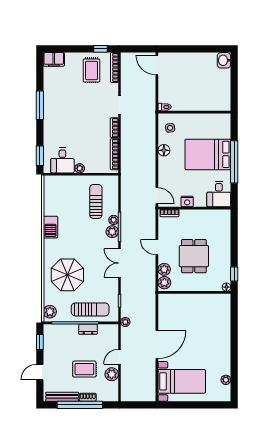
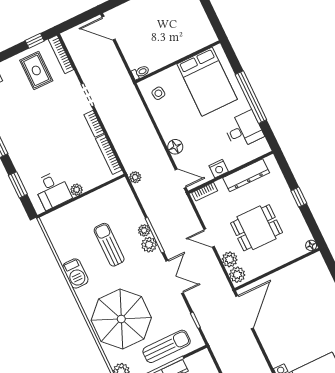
floor lamp: (164, 150) -> (175, 147), moved
bed: (208, 154) -> (207, 82), moved, turned -90
window: (40, 156) -> (18, 185), moved
desk: (219, 194) -> (244, 130), moved, turned -90
sun lounger: (96, 201) -> (109, 245), moved
dresser: (204, 215) -> (246, 175), added
dining table: (194, 256) -> (257, 228), turned 90
double door: (119, 263) -> (175, 277), swing flipped
window: (234, 274) -> (299, 197), moved
parasol: (67, 275) -> (121, 319), width x1.36, depth x1.36
plant: (125, 322) -> (135, 177), moved
door: (157, 345) -> (245, 312), moved

